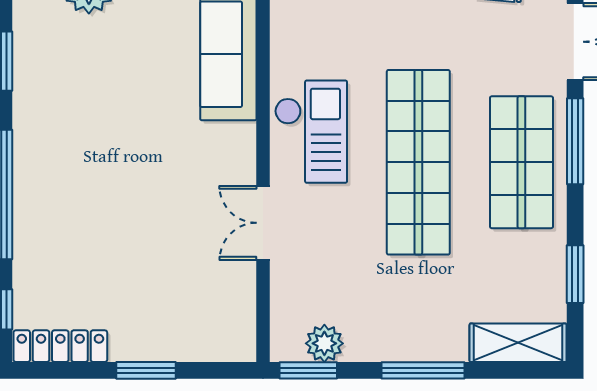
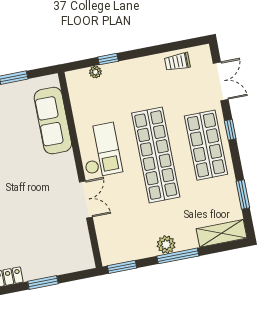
window: (575, 141) -> (230, 130), width x0.46
double door: (263, 223) -> (86, 199), swing flipped
plant: (324, 343) -> (166, 245), moved

